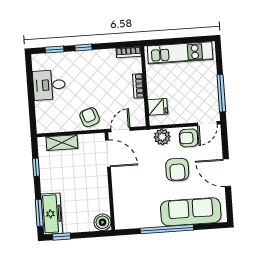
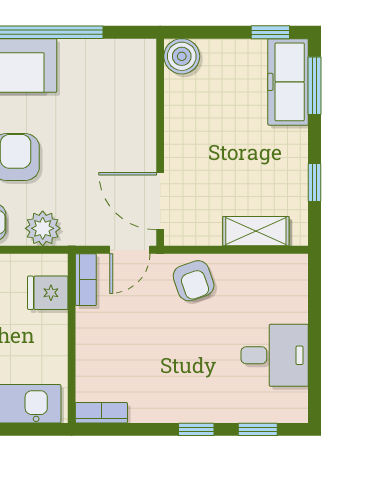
bookcase: (138, 86) -> (86, 280), moved

